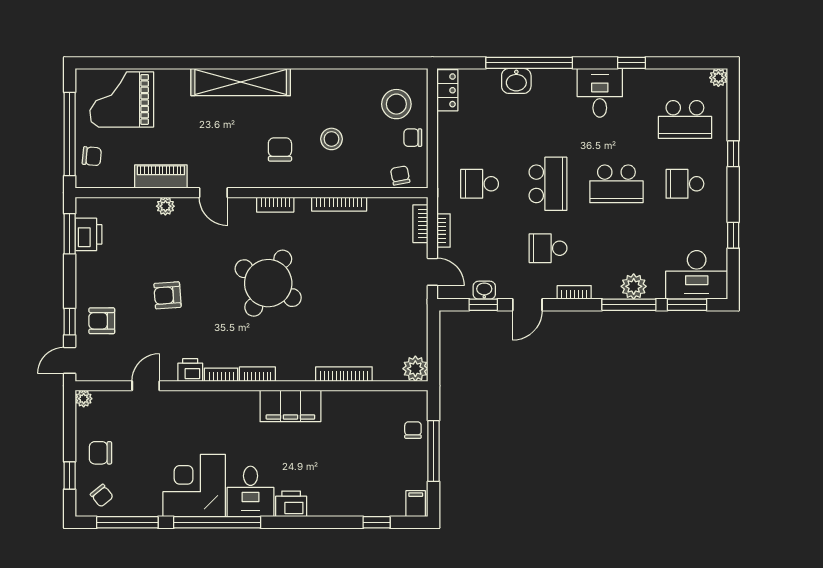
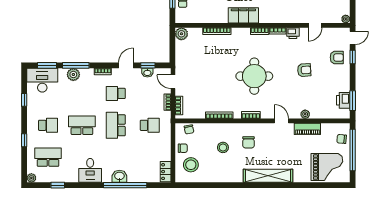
window: (632, 63) -> (58, 185), moved
washbasin: (516, 81) -> (119, 176), moved
school desk: (548, 248) -> (116, 93), turned 180
round table: (268, 283) -> (254, 76), turned -31

